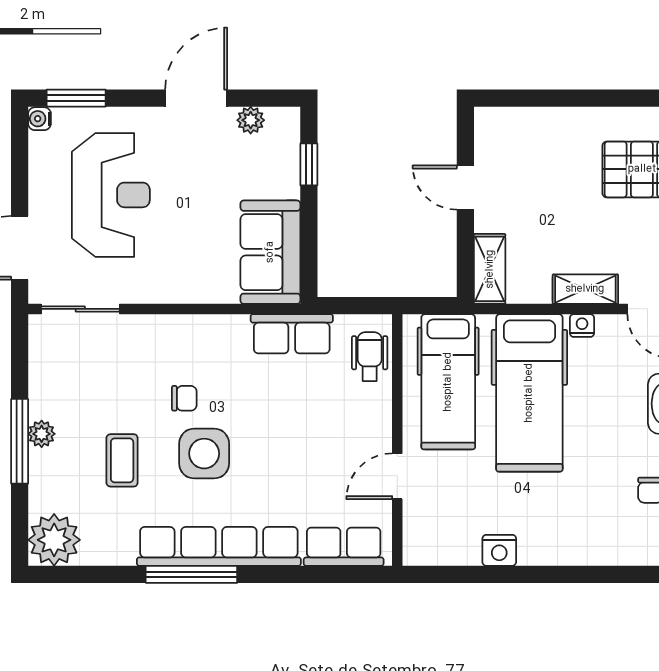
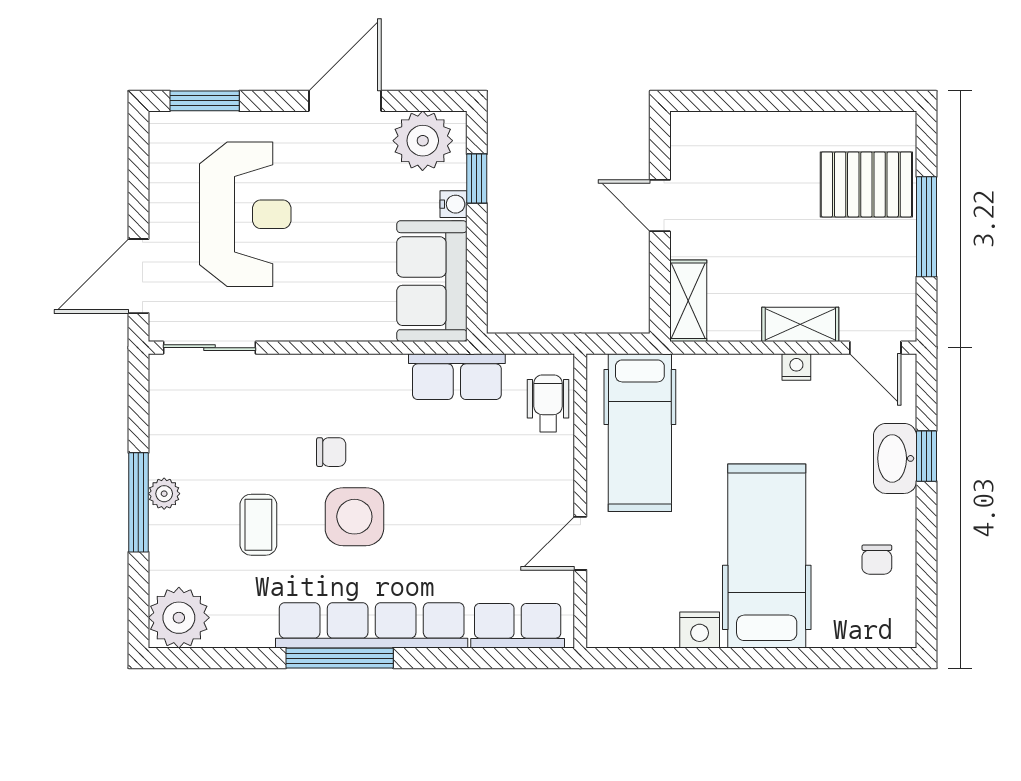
water cooler: (40, 119) -> (453, 204), moved, turned 180
plant: (251, 120) -> (423, 141), width x1.88, depth x1.88
hospital bed: (529, 393) -> (767, 556), moved, turned 180

